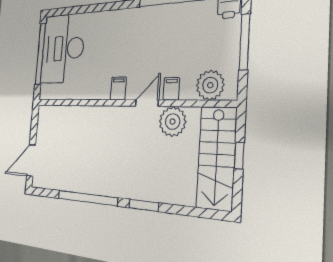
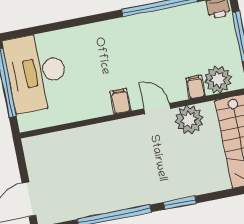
filing cabinet: (171, 89) -> (196, 87), moved
door: (147, 103) -> (157, 109), hinge flipped

